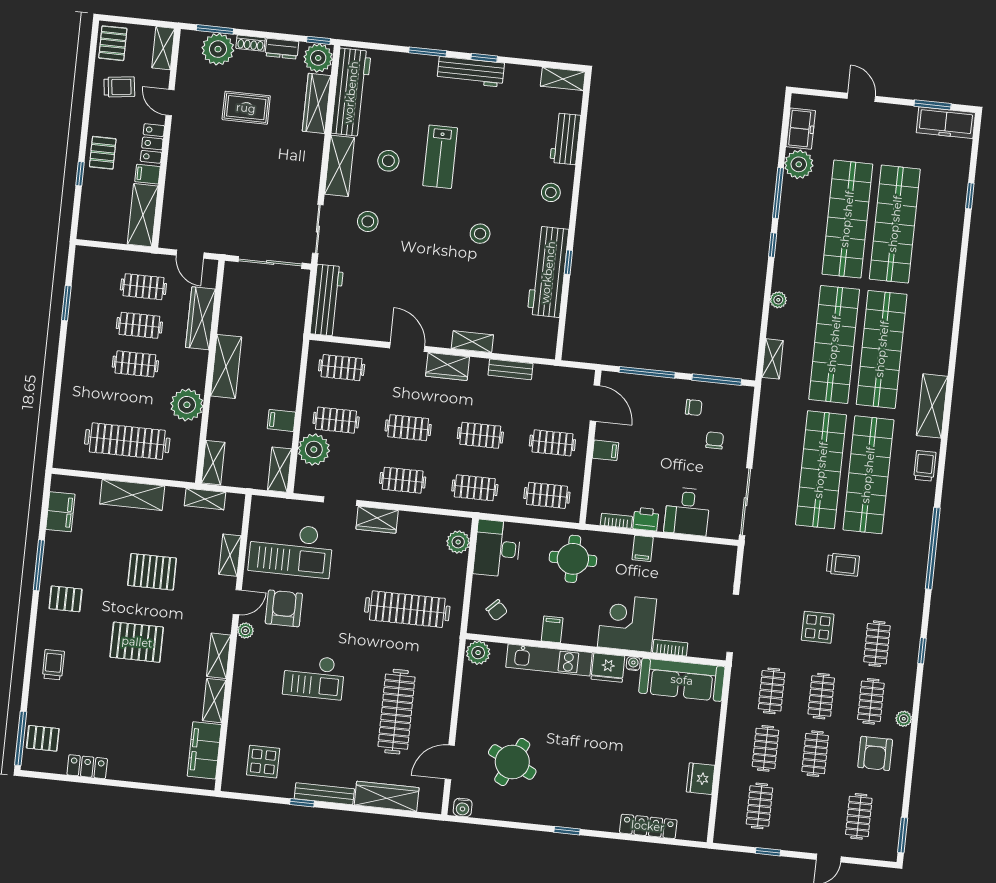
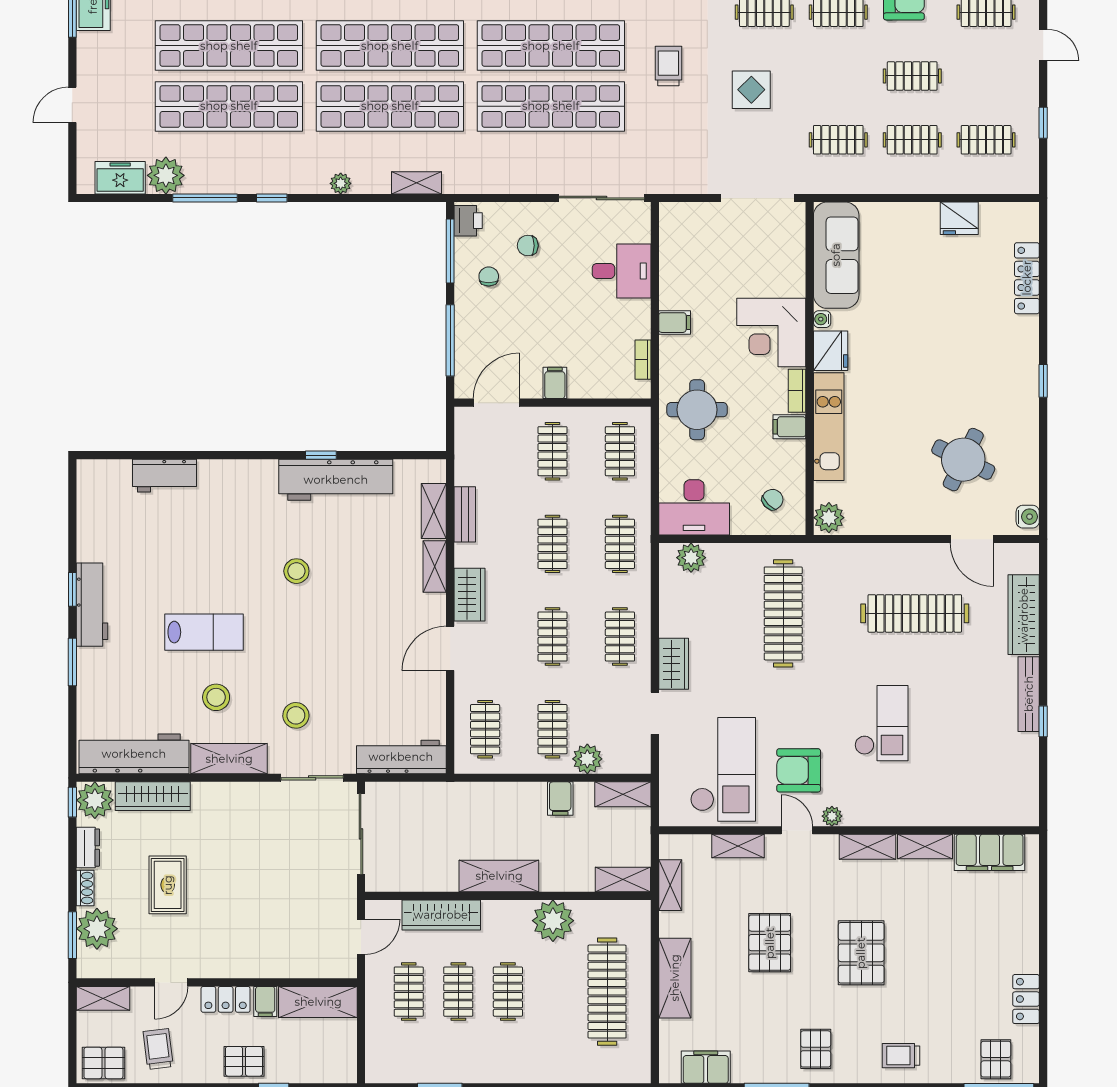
shelving: (563, 79) -> (434, 511), moved
stool: (551, 192) -> (235, 487), removed
plant: (314, 449) -> (587, 759), width x0.73, depth x0.73
printer: (646, 519) -> (468, 221), moved, turned 180
bookcase: (670, 648) -> (797, 391), moved
clothes rail: (821, 696) -> (838, 76), removed
display table: (263, 762) -> (996, 776), removed

